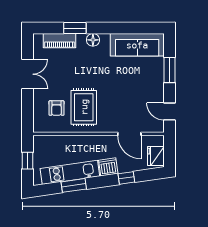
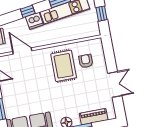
double door: (27, 74) -> (115, 84), swing flipped
window: (126, 178) -> (28, 11), moved

